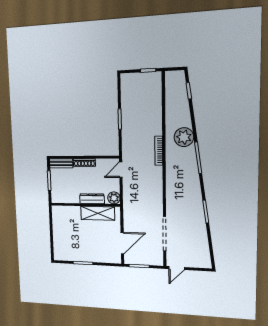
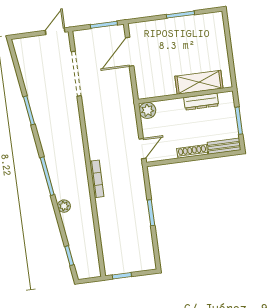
plant: (184, 137) -> (64, 206), width x0.53, depth x0.53
dresser: (92, 199) -> (201, 102), moved
shelving: (98, 213) -> (199, 82), moved

